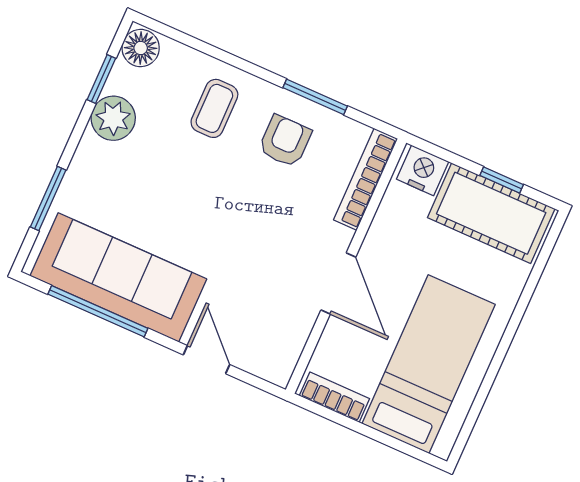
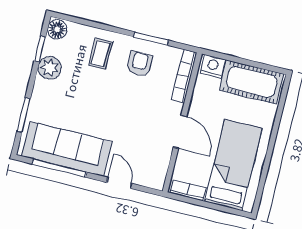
window: (502, 180) -> (254, 64), removed

